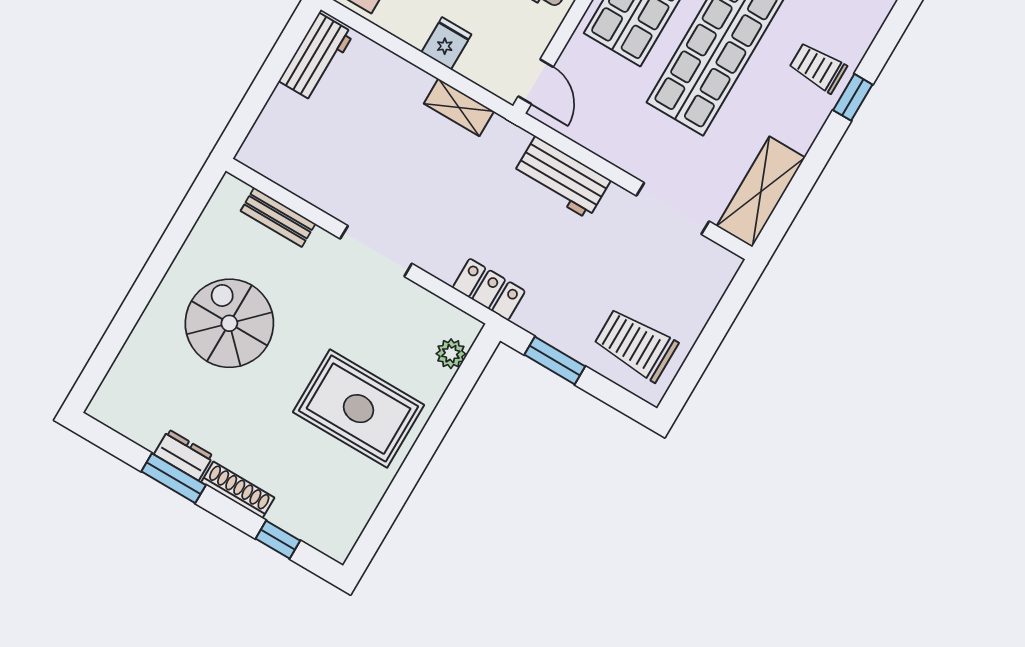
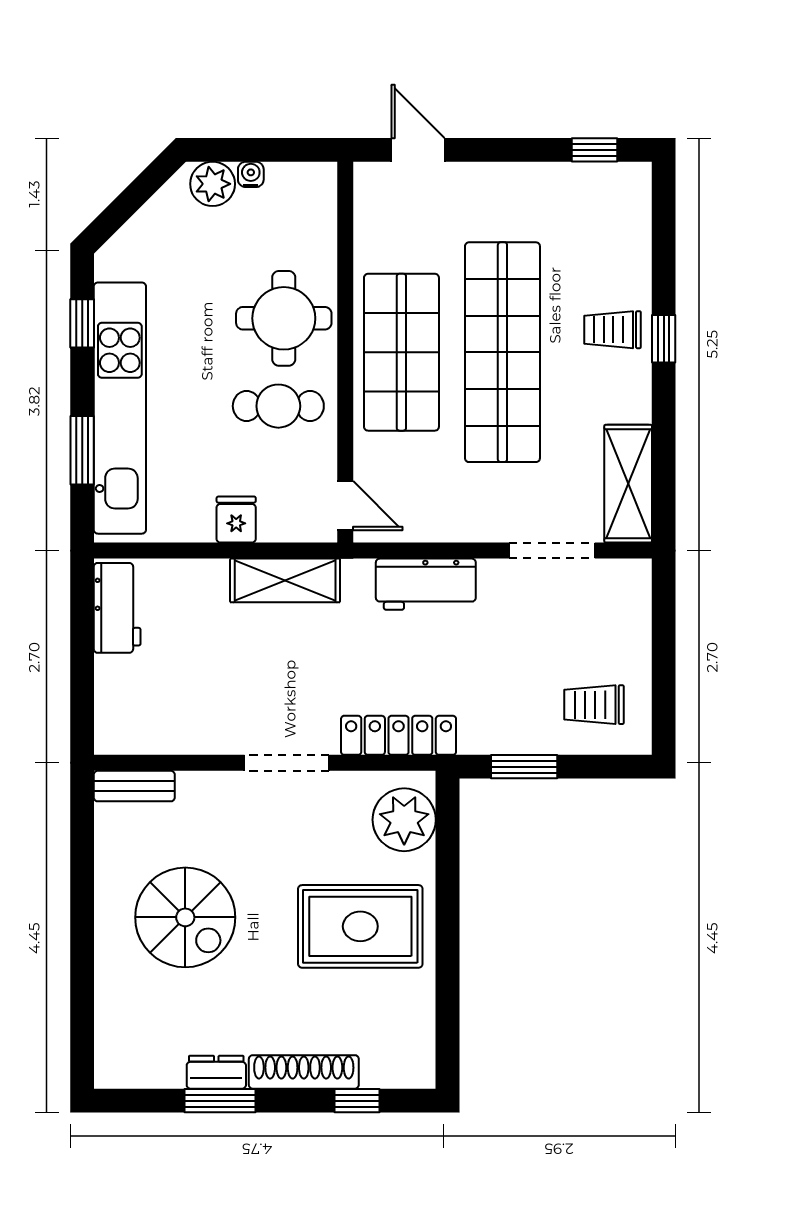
shelving: (459, 107) -> (285, 580), width x1.50, depth x1.33
bench: (278, 217) -> (134, 786), moved
locker: (489, 289) -> (399, 735), width x1.53
spiral stairs: (229, 323) -> (185, 917), turned 180
trolley: (636, 345) -> (594, 705), width x0.73, depth x0.72
plant: (451, 354) -> (404, 820), width x1.87, depth x1.87
shoe rack: (238, 490) -> (304, 1072), width x1.36, depth x1.24

